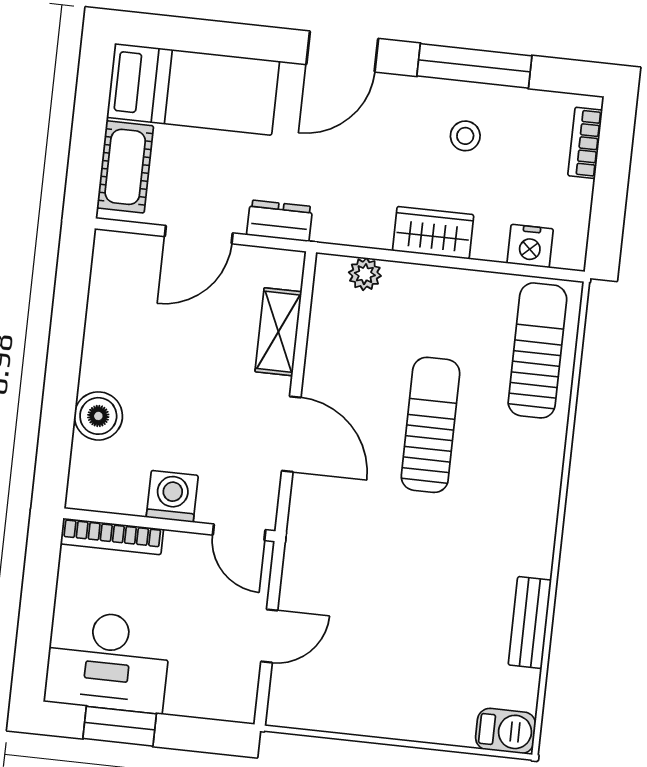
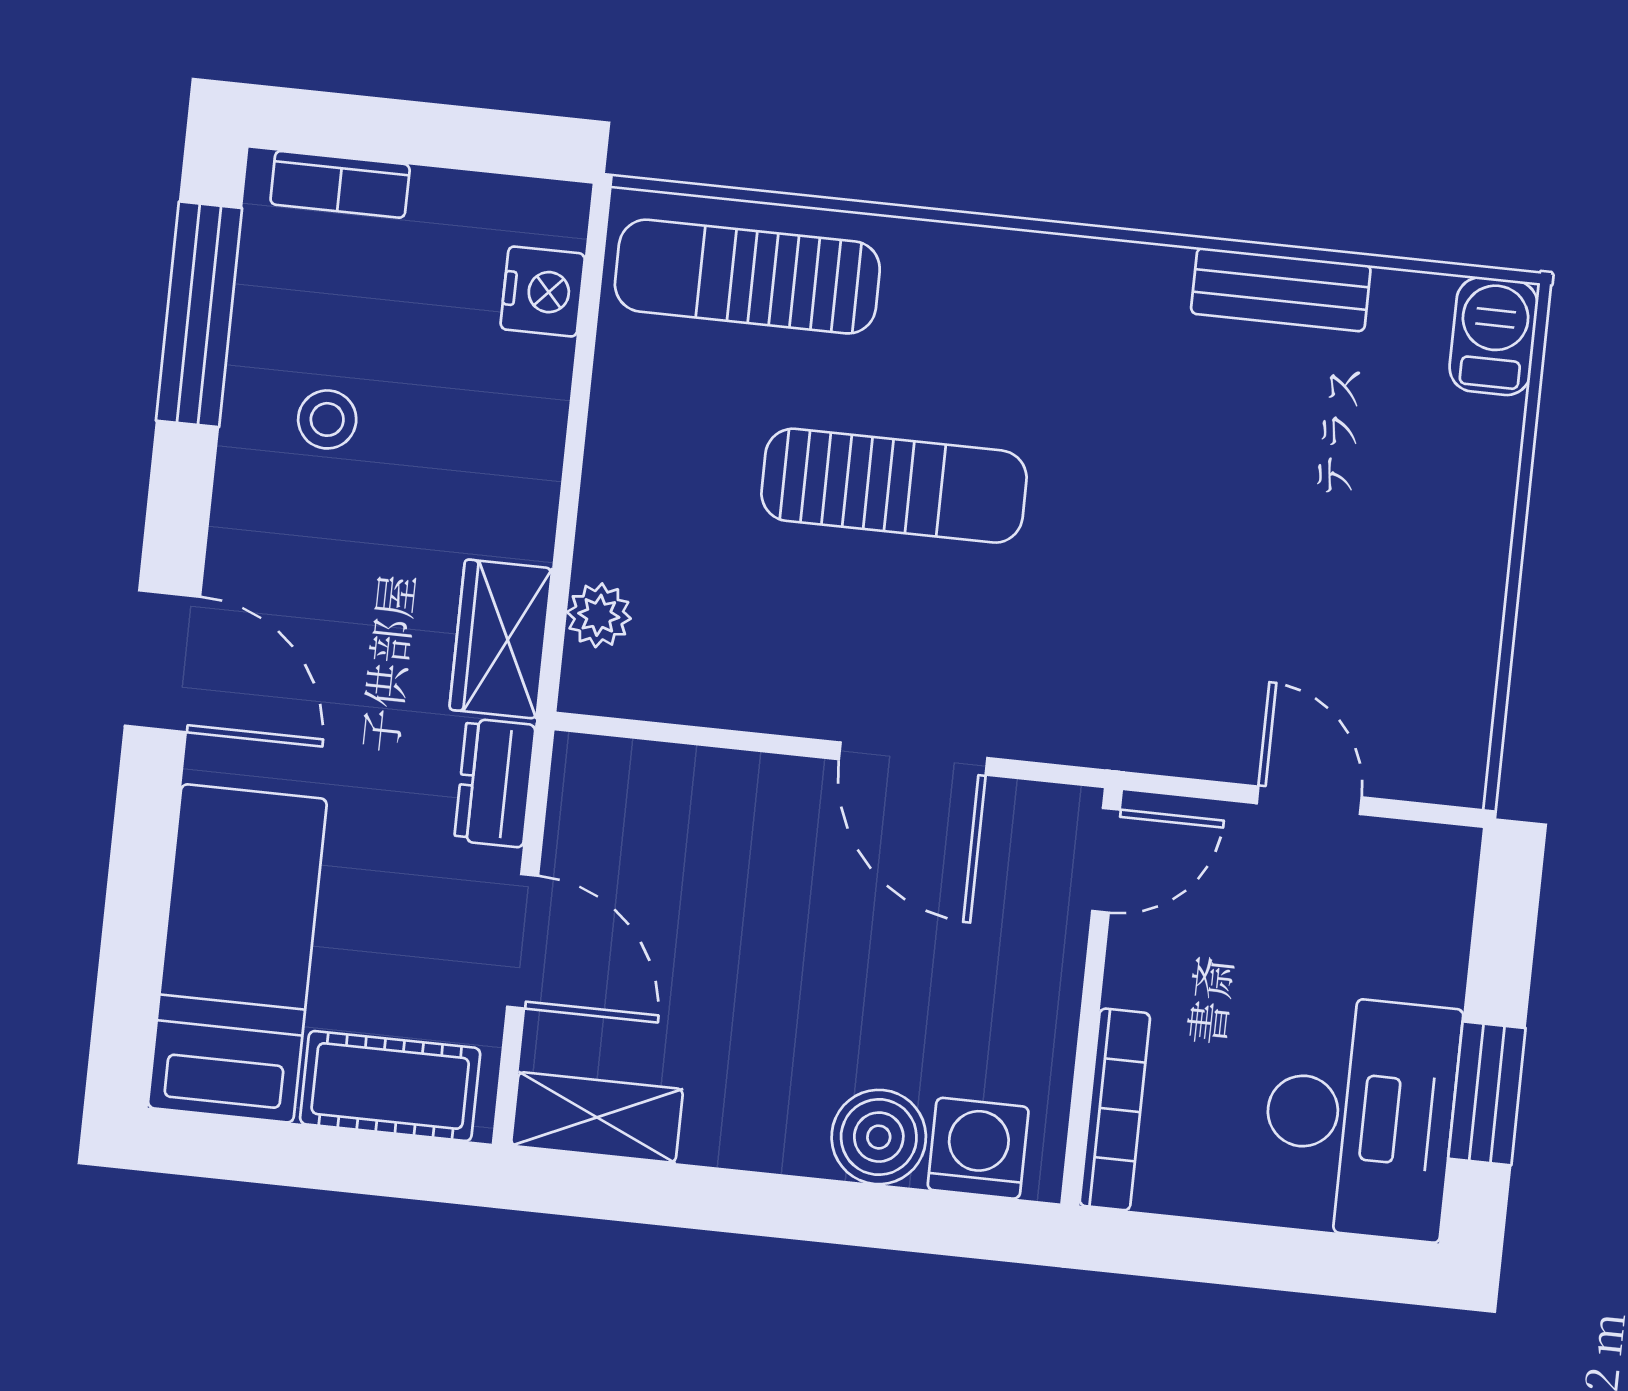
window: (474, 66) -> (199, 314), moved
wardrobe: (433, 233) -> (501, 639), moved
shelving: (278, 332) -> (597, 1117), moved
sun lounger: (430, 425) -> (894, 486), turned 180
door: (291, 434) -> (913, 759), swing flipped
washing machine: (172, 496) -> (978, 1148), moved, turned 90

